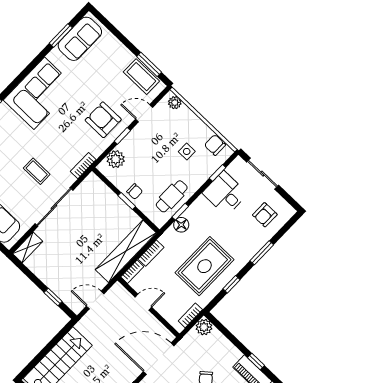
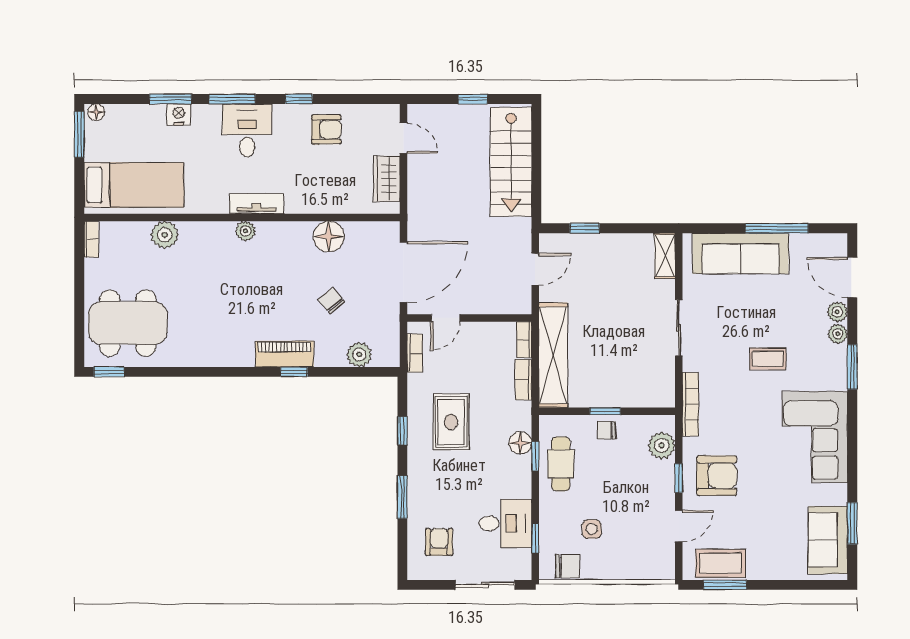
plant: (175, 103) -> (656, 570), removed
bookcase: (83, 166) -> (690, 404), width x1.56
coffee table: (37, 171) -> (768, 359), moved
sliding door: (54, 207) -> (679, 328), width x0.73
rug: (205, 266) -> (451, 422), width x0.73, depth x0.70
door: (143, 302) -> (445, 318), moved
plant: (204, 327) -> (359, 355), moved

